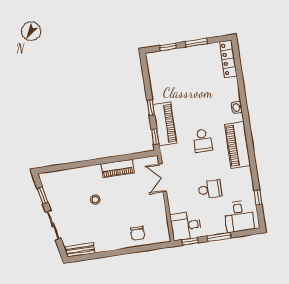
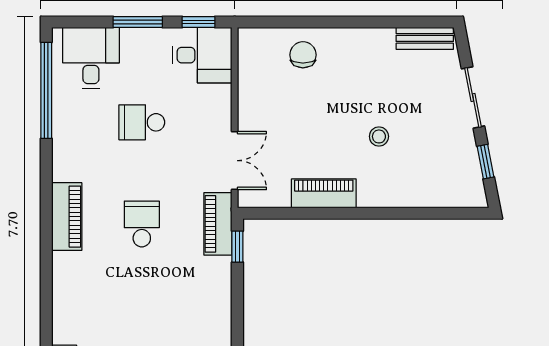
washbasin: (237, 107) -> (61, 281), removed
window: (151, 108) -> (237, 307), removed
piano: (165, 124) -> (218, 224), moved, width x0.73, depth x0.75
piano: (238, 145) -> (67, 217), width x0.73, depth x0.75
window: (258, 198) -> (46, 90), width x3.17

